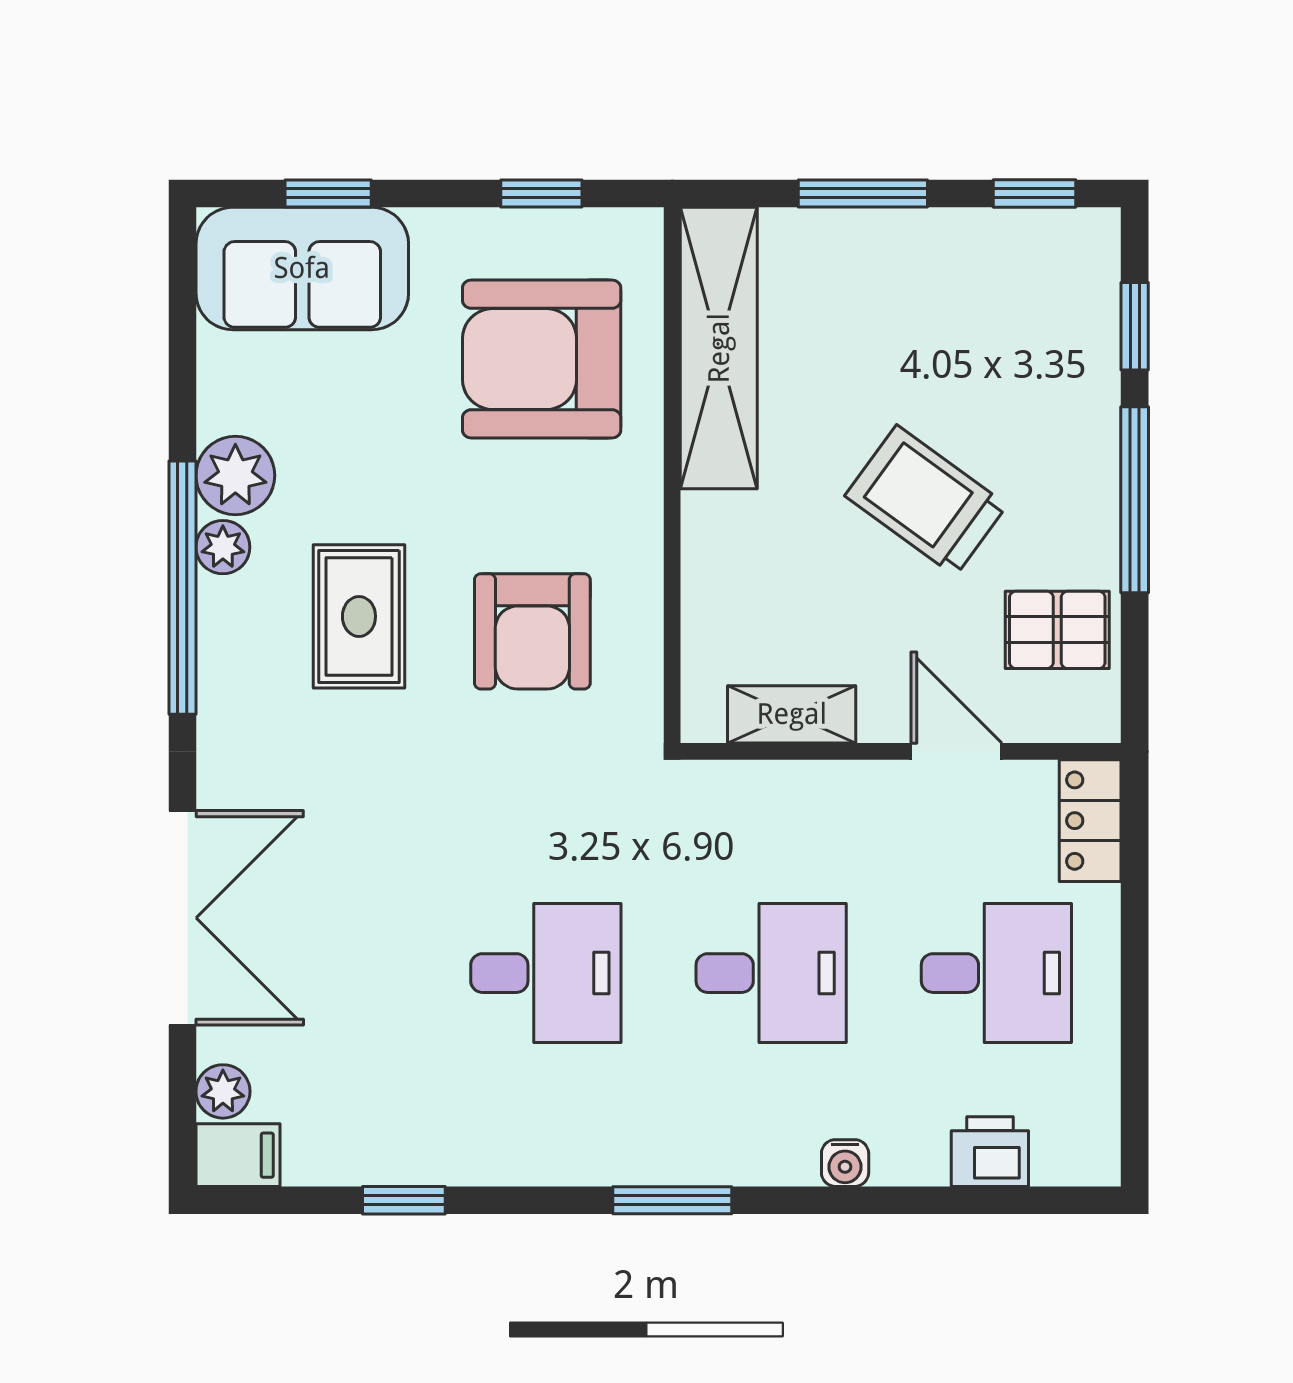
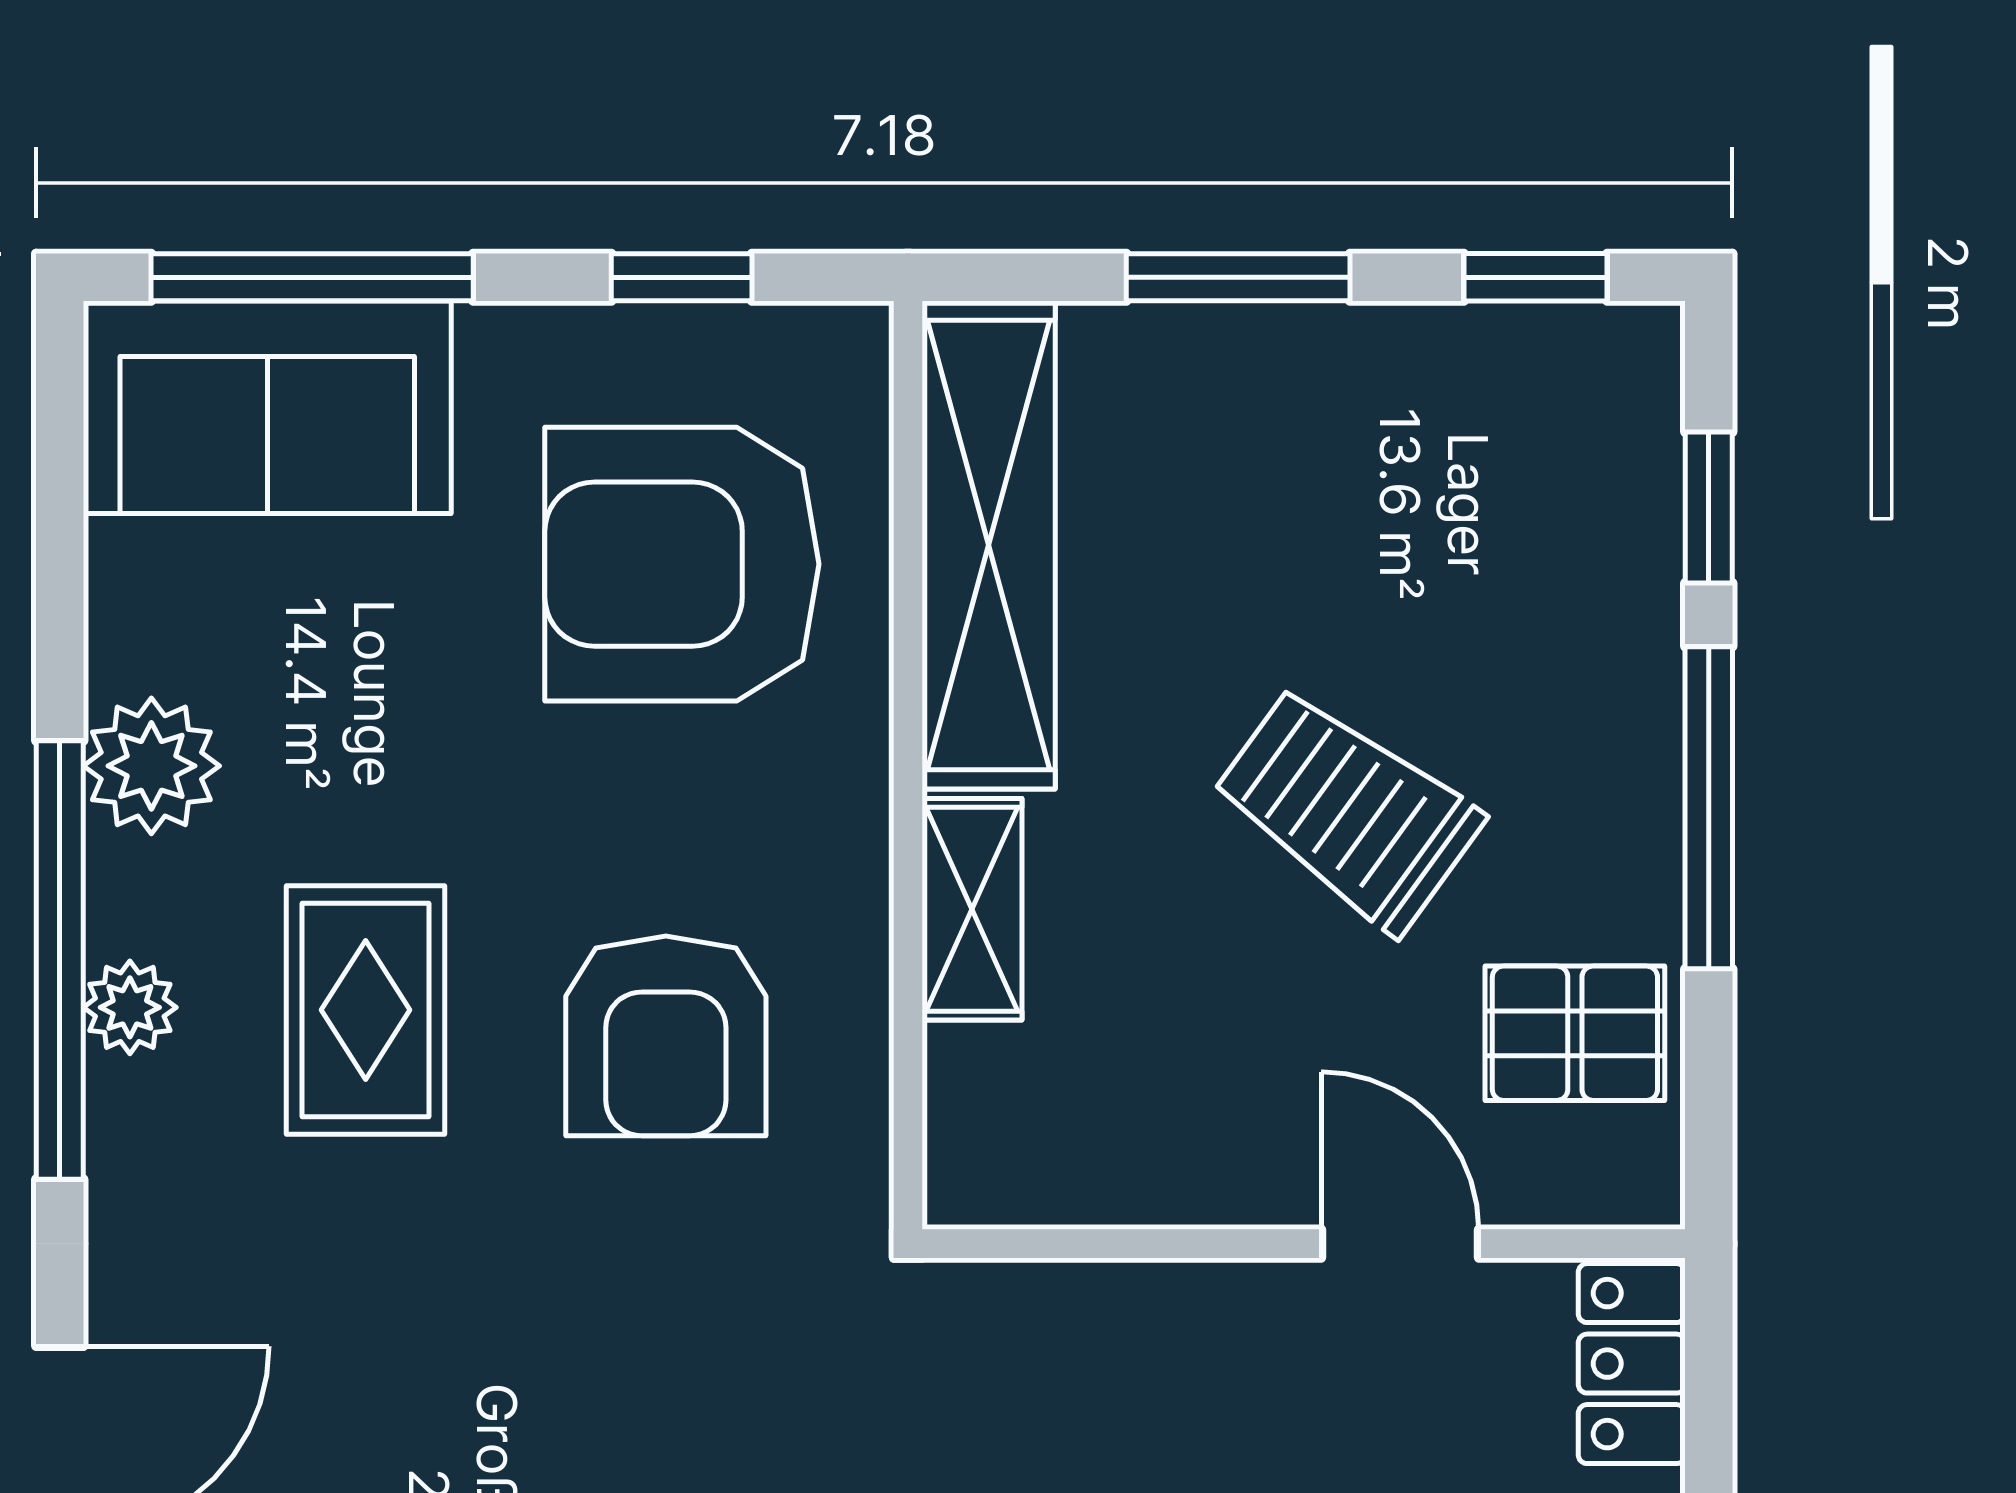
window: (328, 193) -> (312, 277), width x2.17
plant: (223, 547) -> (130, 1007), moved
shelving: (792, 714) -> (972, 909), moved, turned 90

